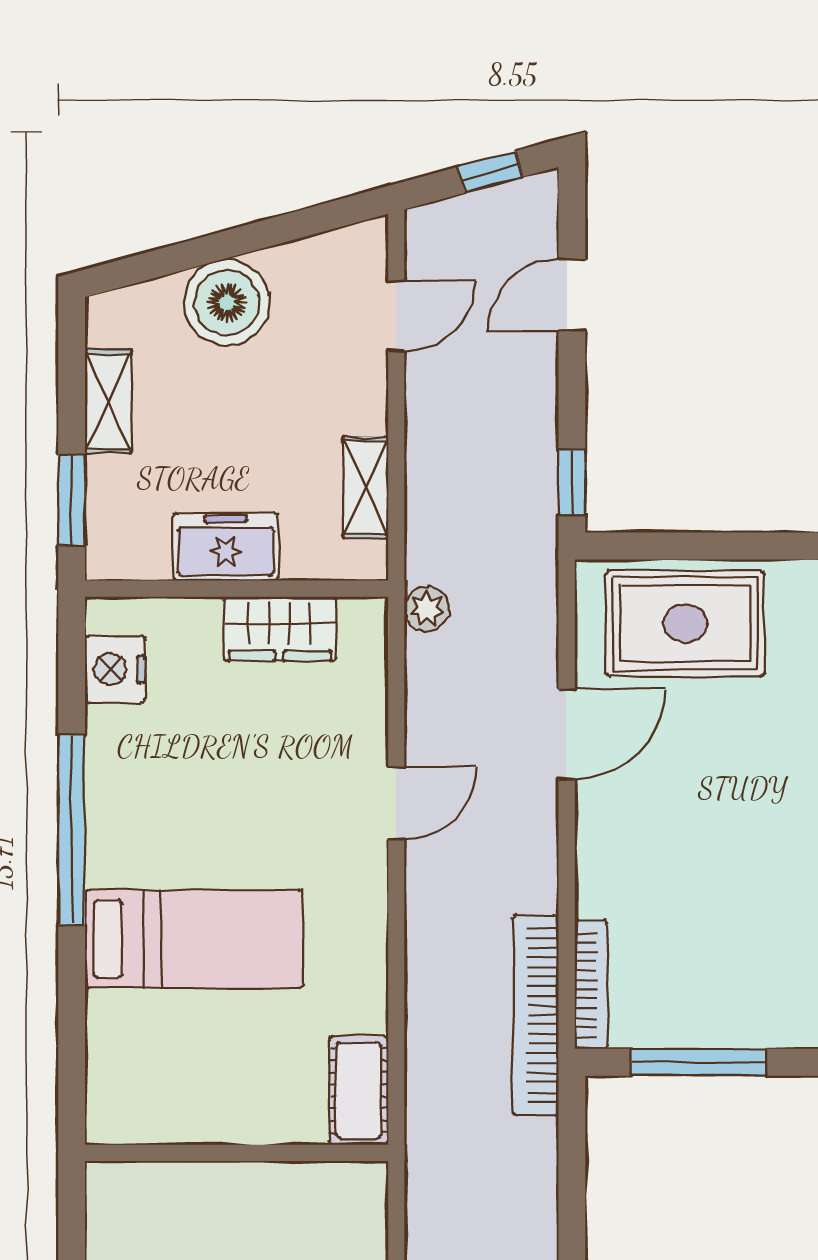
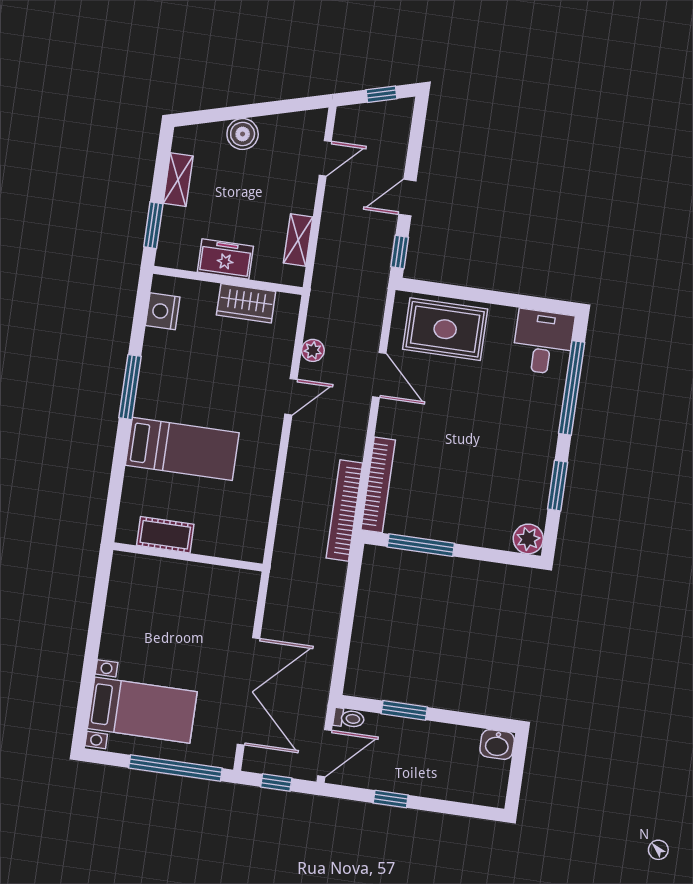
door: (572, 295) -> (407, 198), moved
boiler: (227, 303) -> (243, 134), width x0.73, depth x0.73
plant: (427, 609) -> (313, 350), moved
door: (567, 734) -> (379, 375), hinge flipped
window: (72, 830) -> (130, 387), width x0.68
bookcase: (591, 985) -> (378, 485), width x1.48, depth x1.31
cot: (359, 1090) -> (165, 535), moved, turned 90

